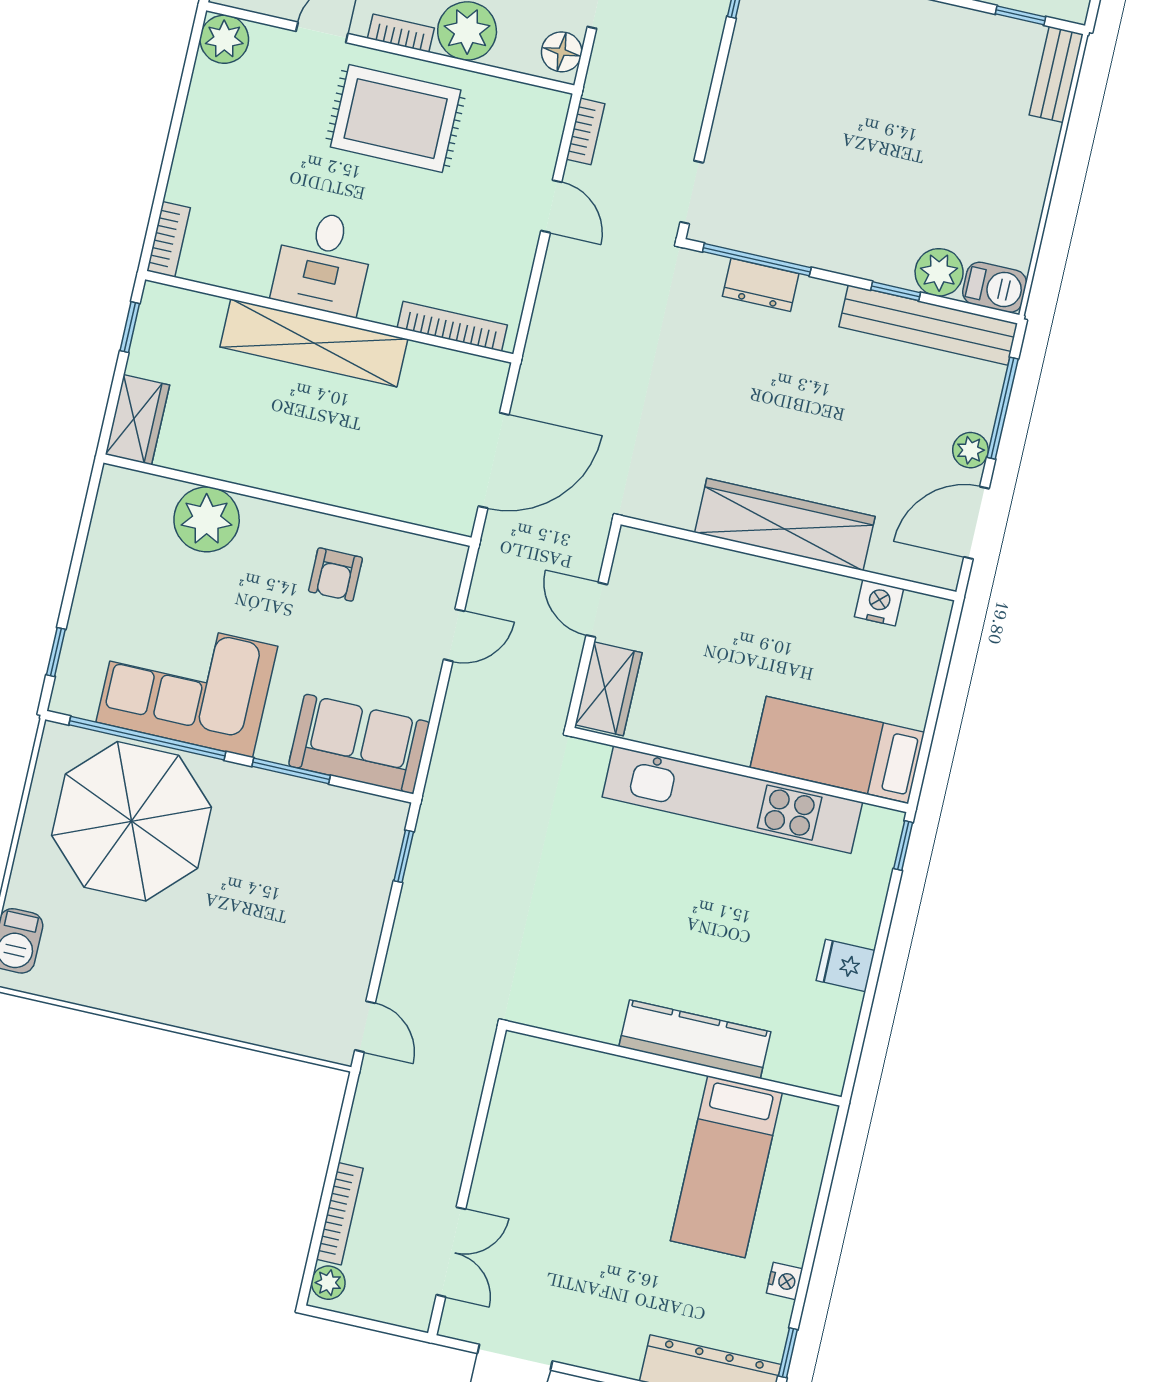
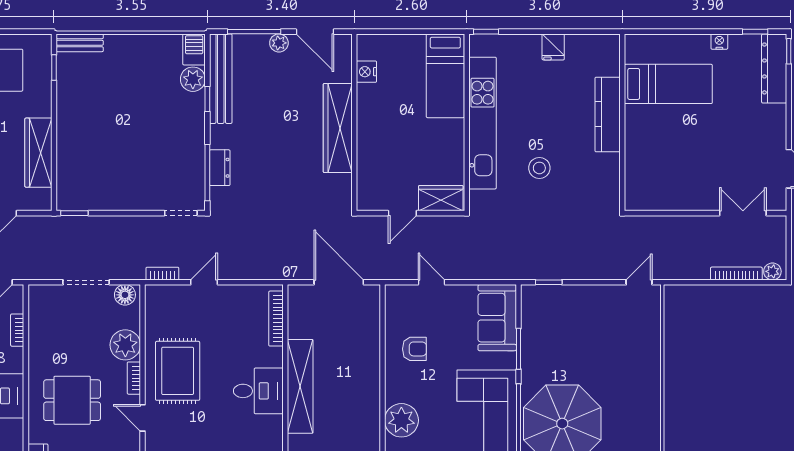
stool: (623, 888) -> (539, 168), added

